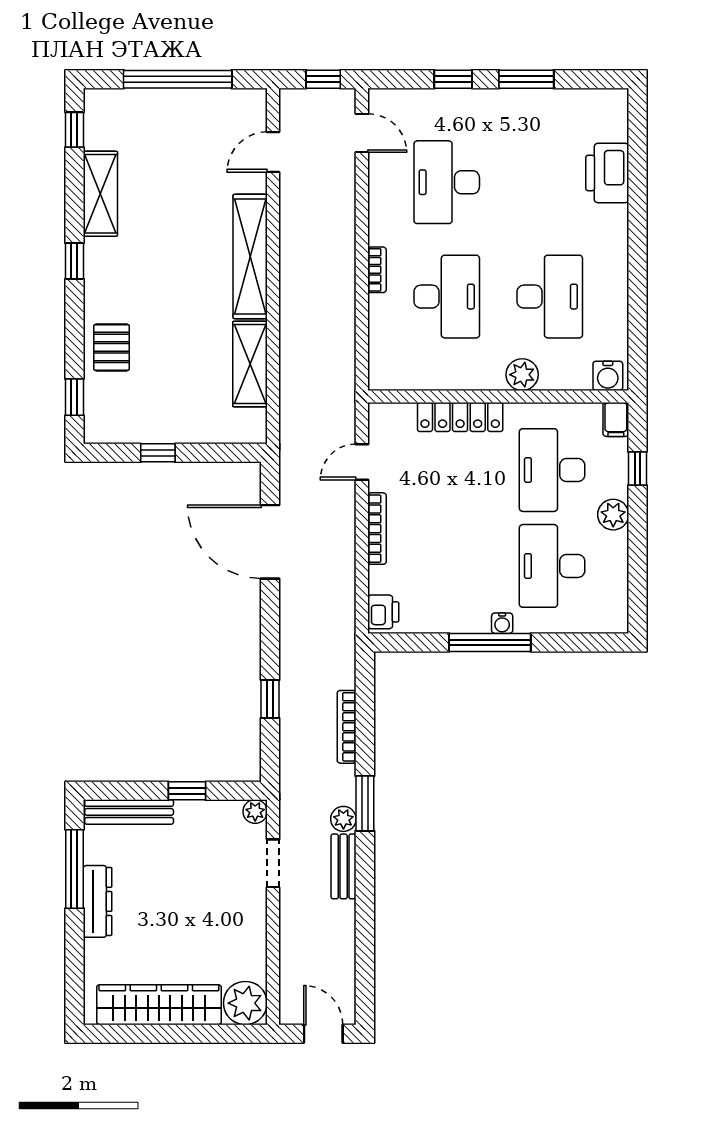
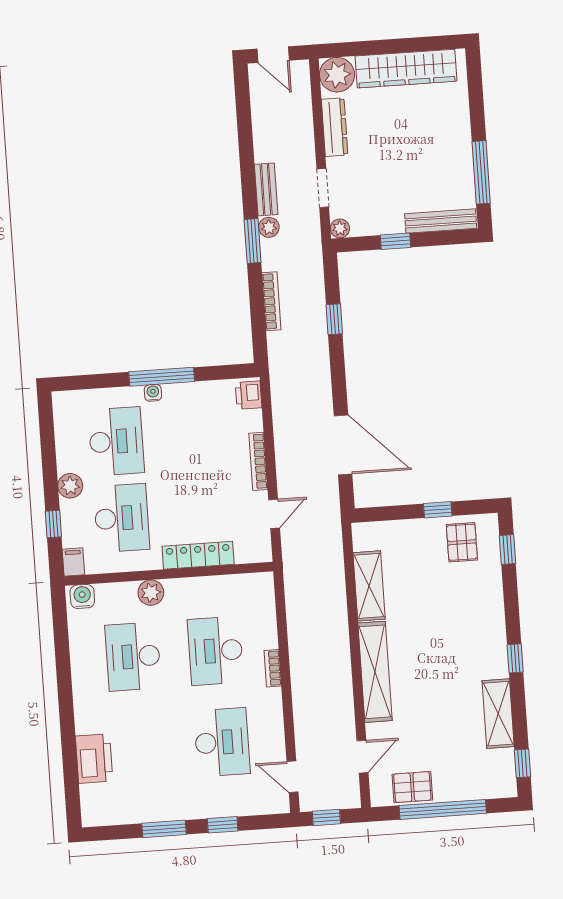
pallet: (214, 110) -> (412, 787), added
pallet: (112, 347) -> (462, 542), moved
dresser: (97, 901) -> (335, 127), moved, turned 180

